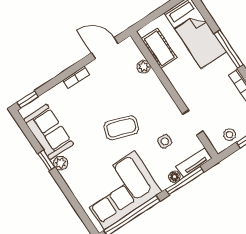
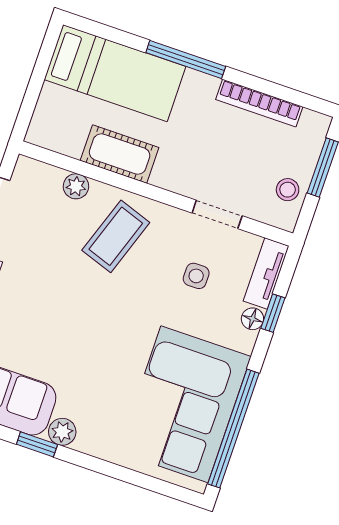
cot: (159, 48) -> (120, 154), moved
coffee table: (121, 128) -> (116, 236), moved
window: (185, 181) -> (273, 313), width x0.46

